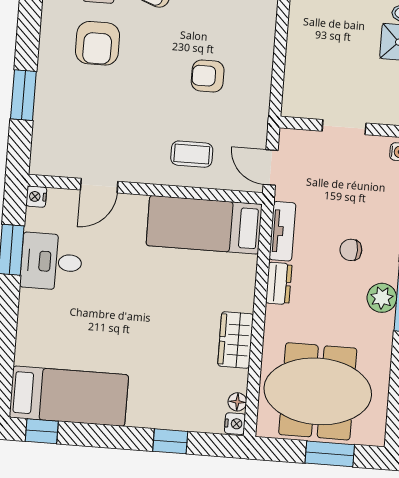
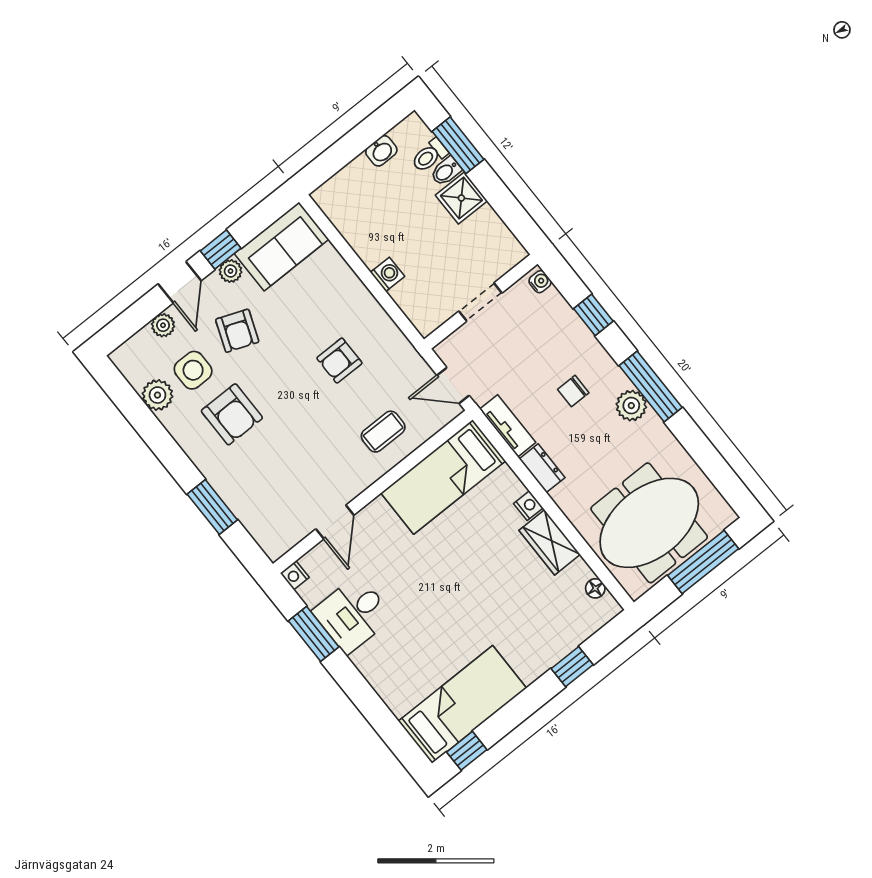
washing machine: (297, 47) -> (388, 274), added
nightstand: (235, 424) -> (528, 506), moved
window: (330, 454) -> (703, 562), width x1.44

